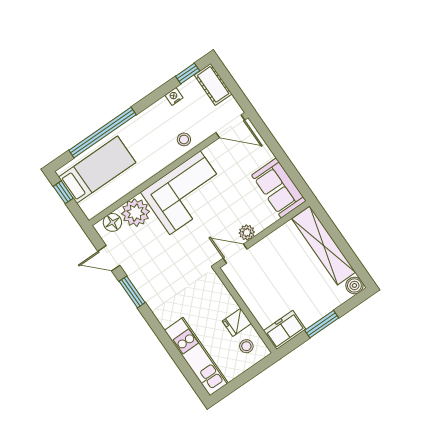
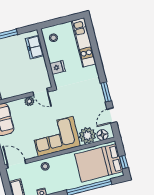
bed: (97, 170) -> (99, 163), width x1.50
door: (109, 258) -> (112, 116), swing flipped
fridge: (237, 322) -> (57, 67), moved
freezer: (285, 330) -> (35, 47), moved, turned 90

